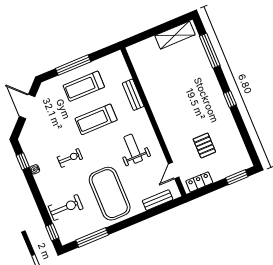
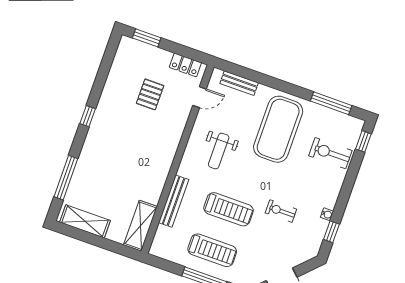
shelving: (140, 62) -> (140, 226), added
bench: (133, 95) -> (174, 201), width x1.36
exercise bike: (70, 158) -> (281, 211), moved

